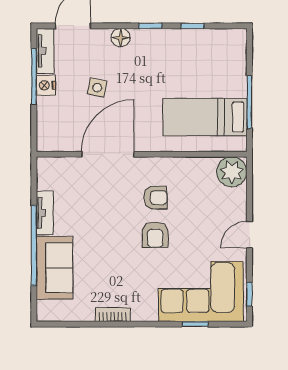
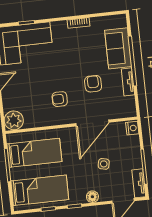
bed: (203, 57) -> (40, 190), added
nightstand: (46, 85) -> (132, 128), moved
armchair: (155, 235) -> (93, 84), moved

